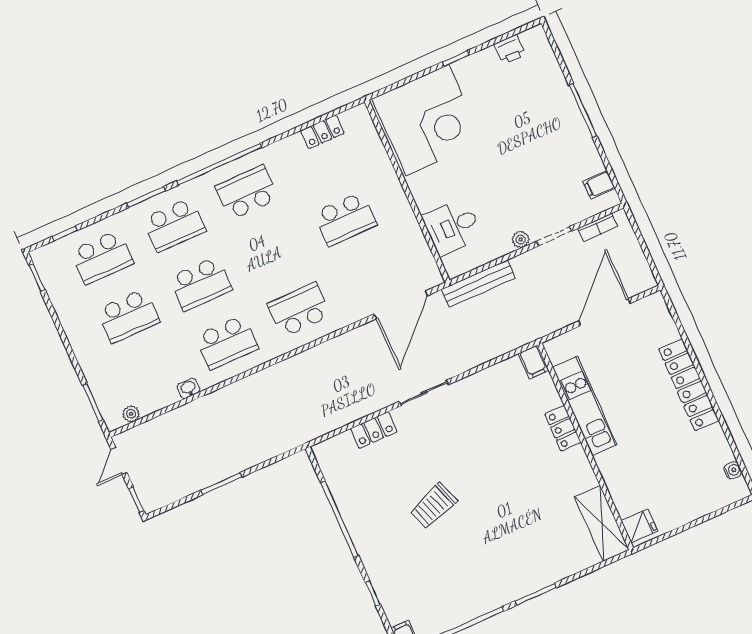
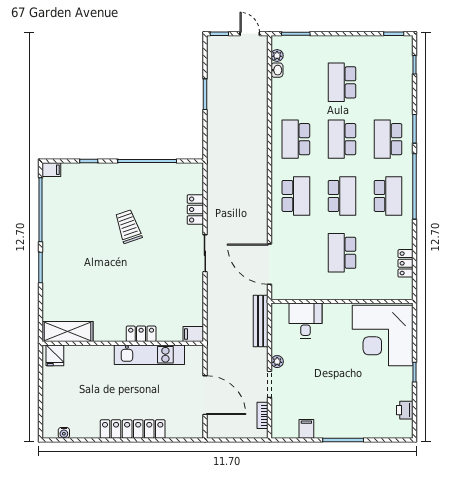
filing cabinet: (599, 185) -> (306, 429), moved
school desk: (102, 257) -> (342, 196), moved, turned 180
washbasin: (188, 388) -> (277, 70), moved

